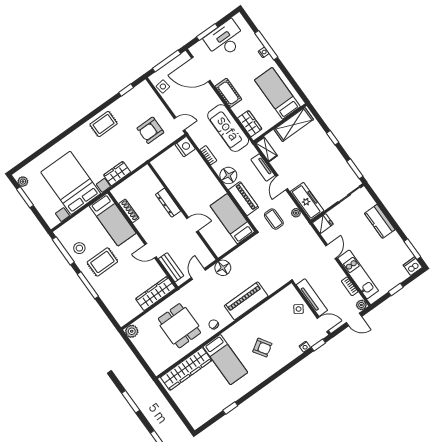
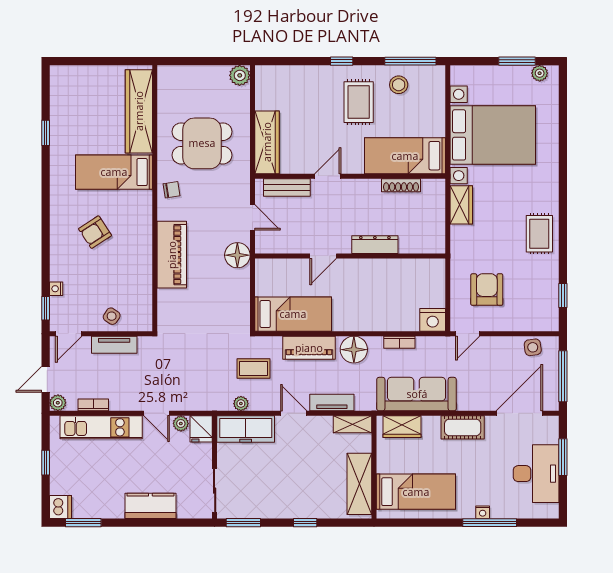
plant: (328, 236) -> (181, 424), added
window: (88, 285) -> (342, 61), width x0.46
tv unit: (312, 298) -> (114, 345), width x0.71

